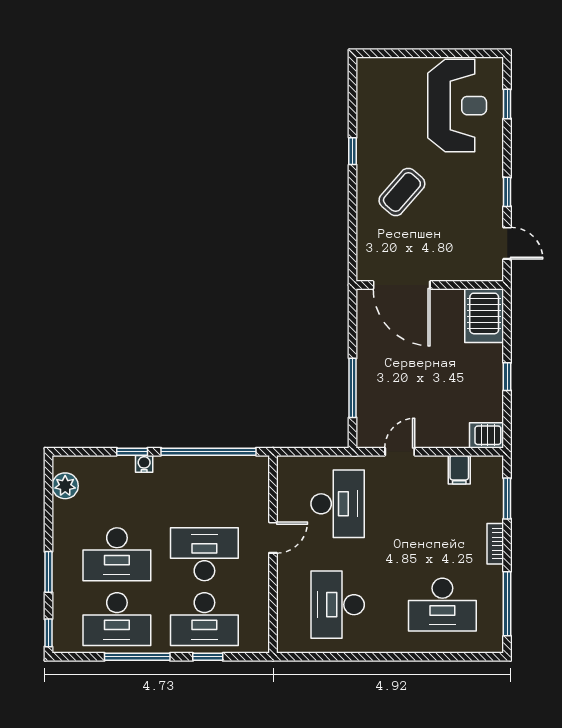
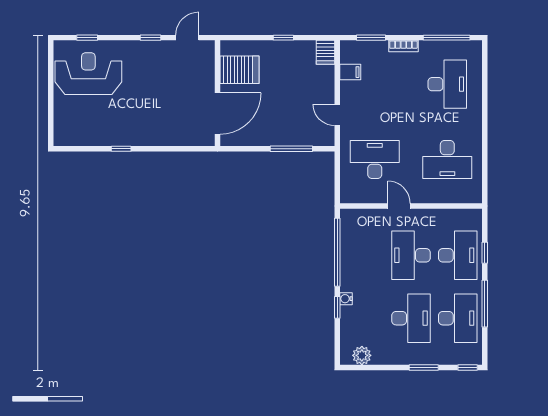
coffee table: (402, 192) -> (151, 113), removed
server rack: (484, 316) -> (239, 70), moved

